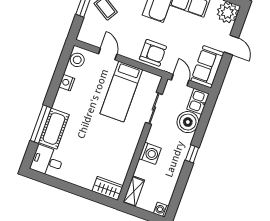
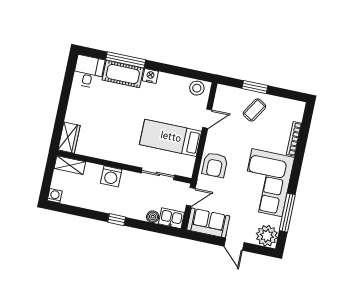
door: (231, 45) -> (234, 244), hinge flipped
nightstand: (67, 83) -> (150, 76), moved
boiler: (188, 122) -> (153, 217), width x0.54, depth x0.54

